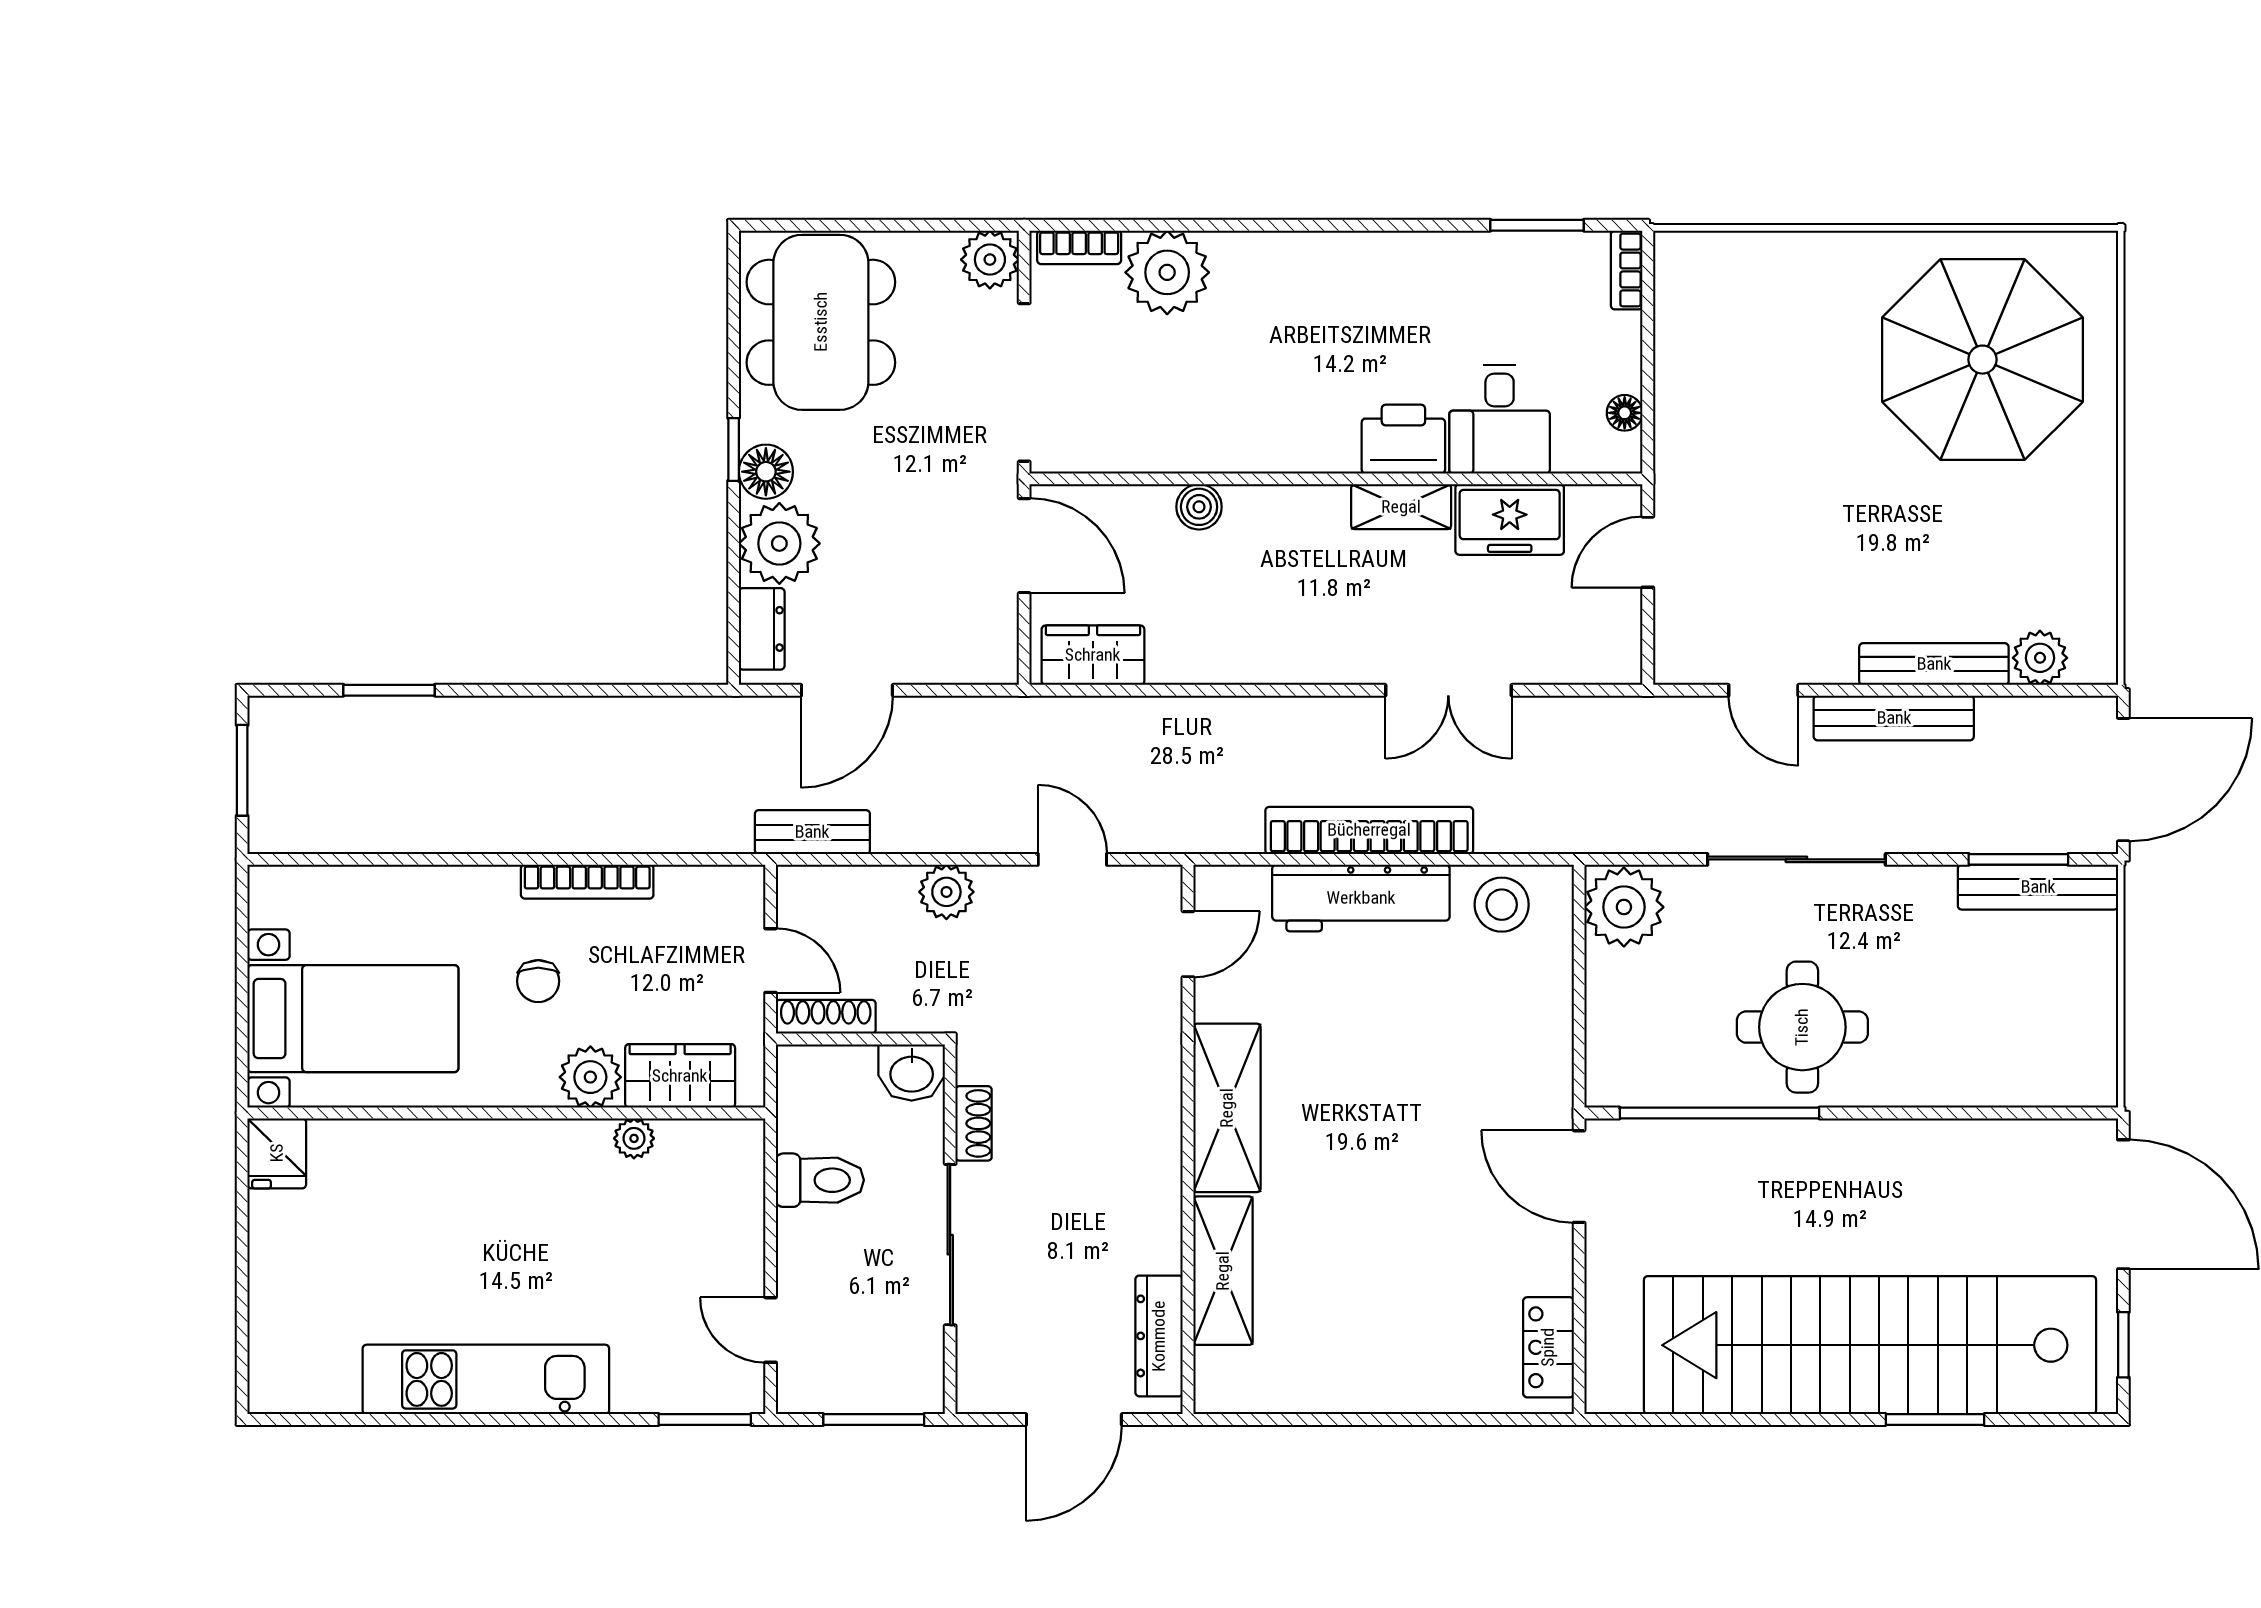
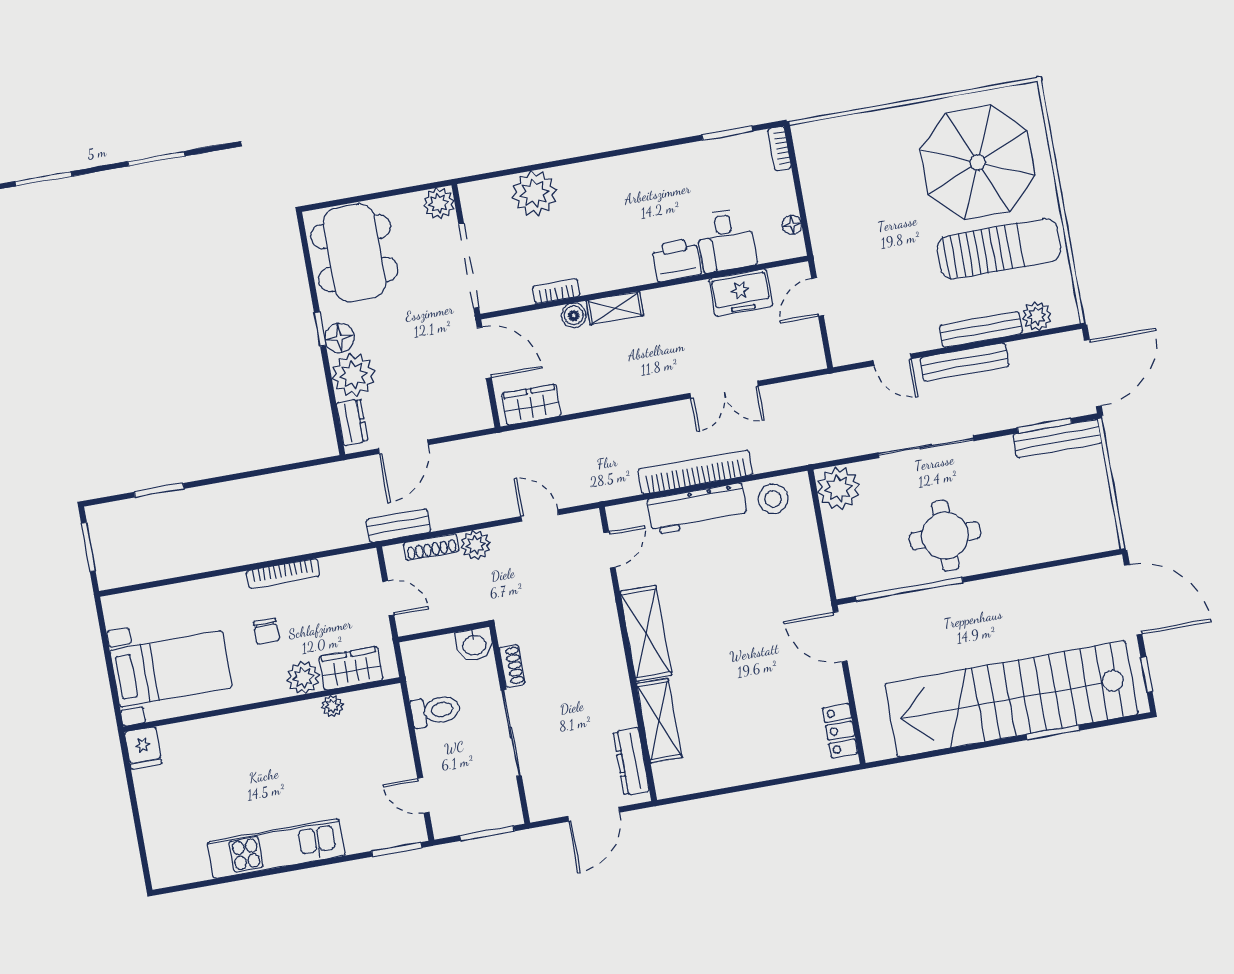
bookcase: (1079, 247) -> (556, 291), moved, turned 180
shelving: (1401, 507) -> (615, 308), moved
sun lounger: (1993, 523) -> (999, 249), added
shoe rack: (826, 1017) -> (431, 547), moved, turned 180

